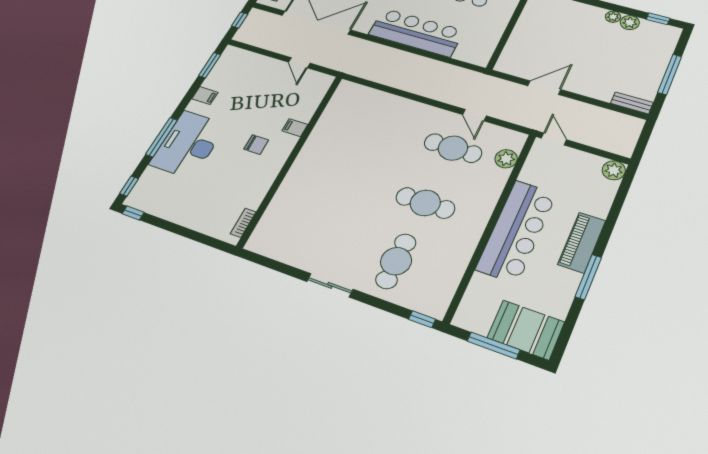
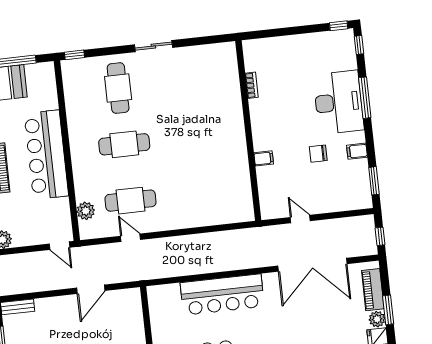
chair: (256, 145) -> (318, 154), moved
bookcase: (243, 223) -> (252, 85), moved

